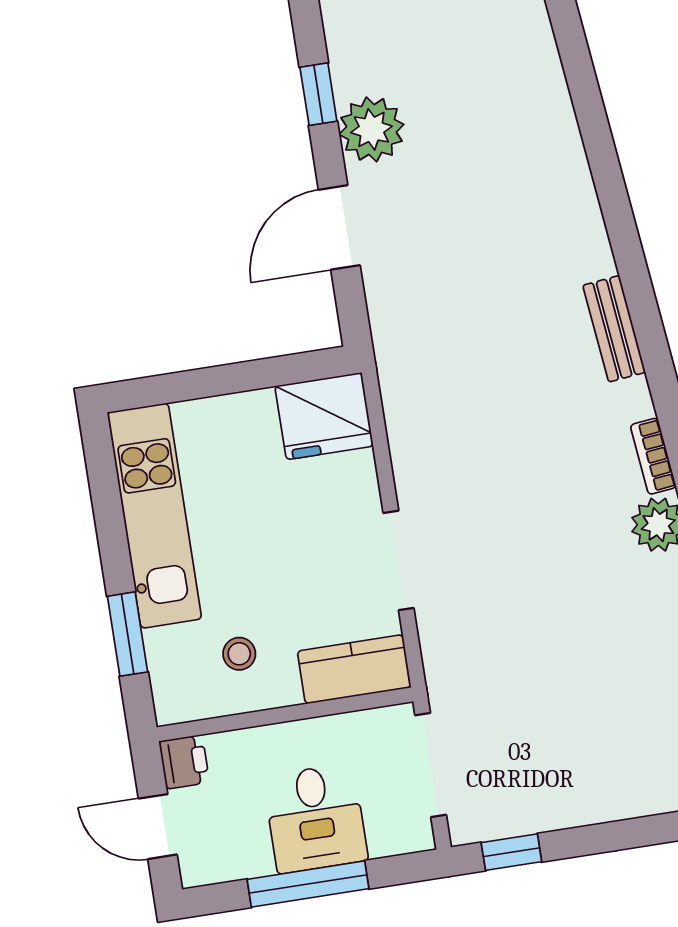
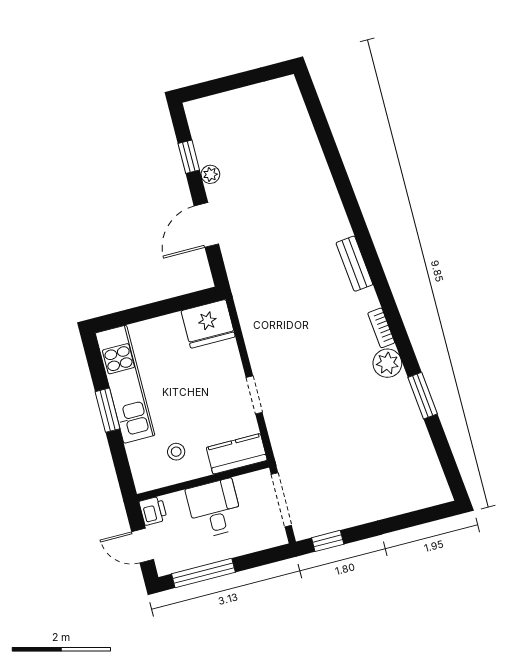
plant: (371, 129) -> (210, 174), width x0.53, depth x0.53
doorway: (399, 560) -> (254, 395), width x0.73
window: (128, 634) -> (108, 410), moved
desk: (316, 818) -> (214, 509), moved, turned 180
window: (308, 884) -> (203, 573), moved

